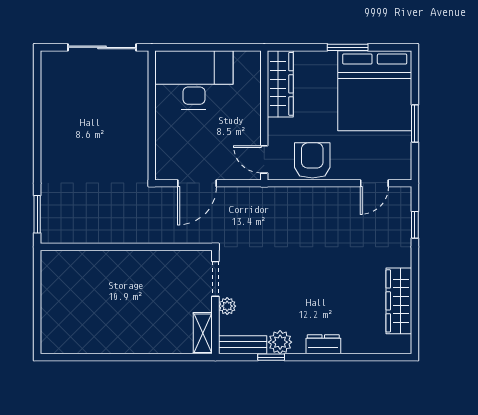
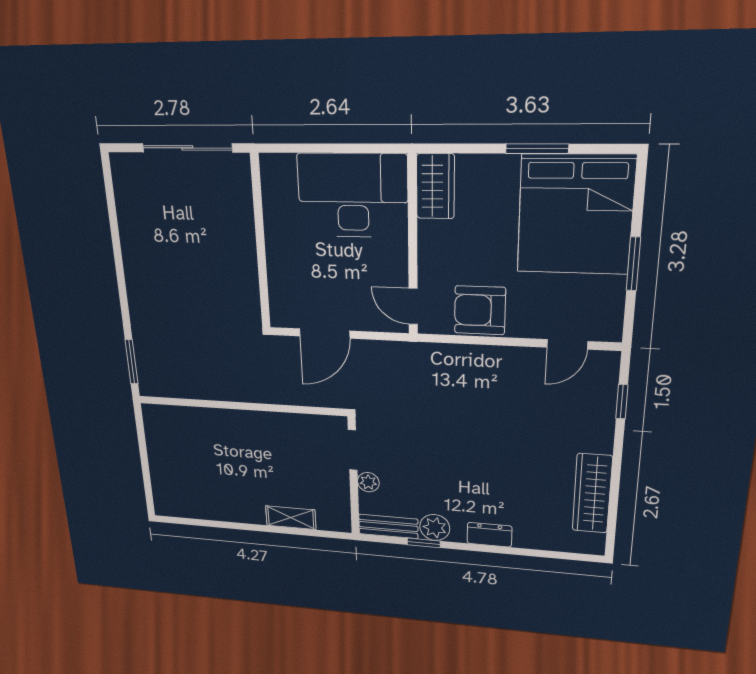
desk: (194, 80) -> (353, 196), moved
wardrobe: (280, 84) -> (435, 186), width x0.67
armchair: (312, 160) -> (480, 310), turned -90
shelving: (203, 333) -> (291, 518), moved, turned 90

